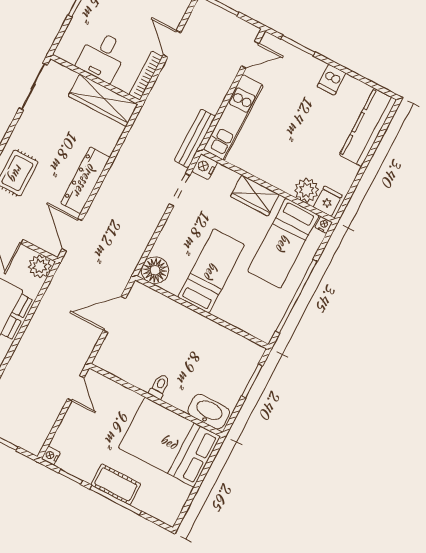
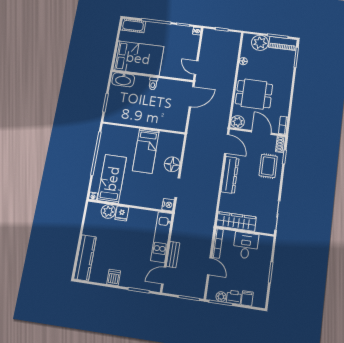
bench: (195, 138) -> (173, 255), moved, width x0.73
wardrobe: (255, 195) -> (135, 199), removed
fridge: (328, 201) -> (122, 213), moved
floor lamp: (155, 270) -> (172, 164), moved
door: (114, 314) -> (192, 97), moved
cot: (116, 484) -> (133, 26), moved

